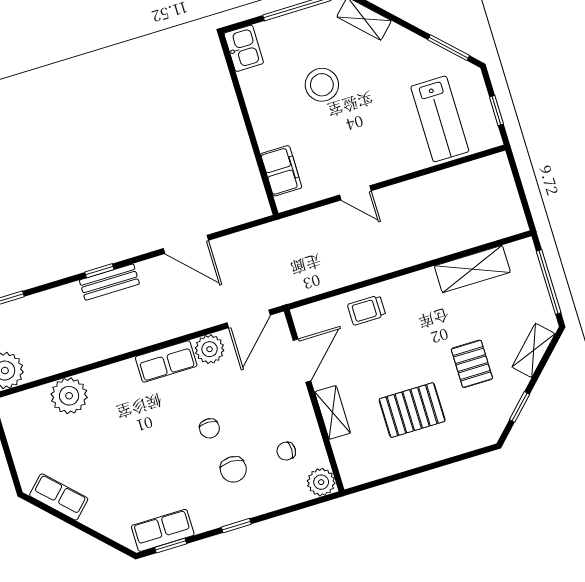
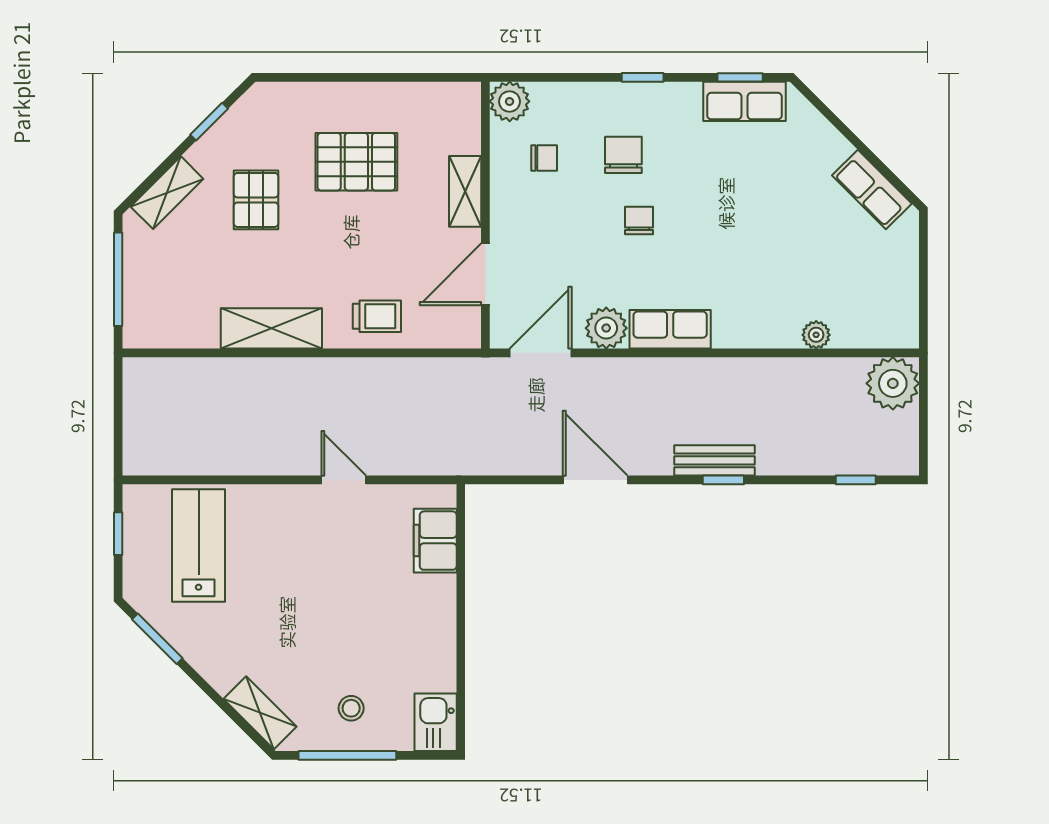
stool: (322, 85) -> (351, 708), moved, width x0.53, depth x0.53
shelving: (472, 269) -> (271, 328), moved
plant: (69, 396) -> (816, 335), width x0.53, depth x0.53

